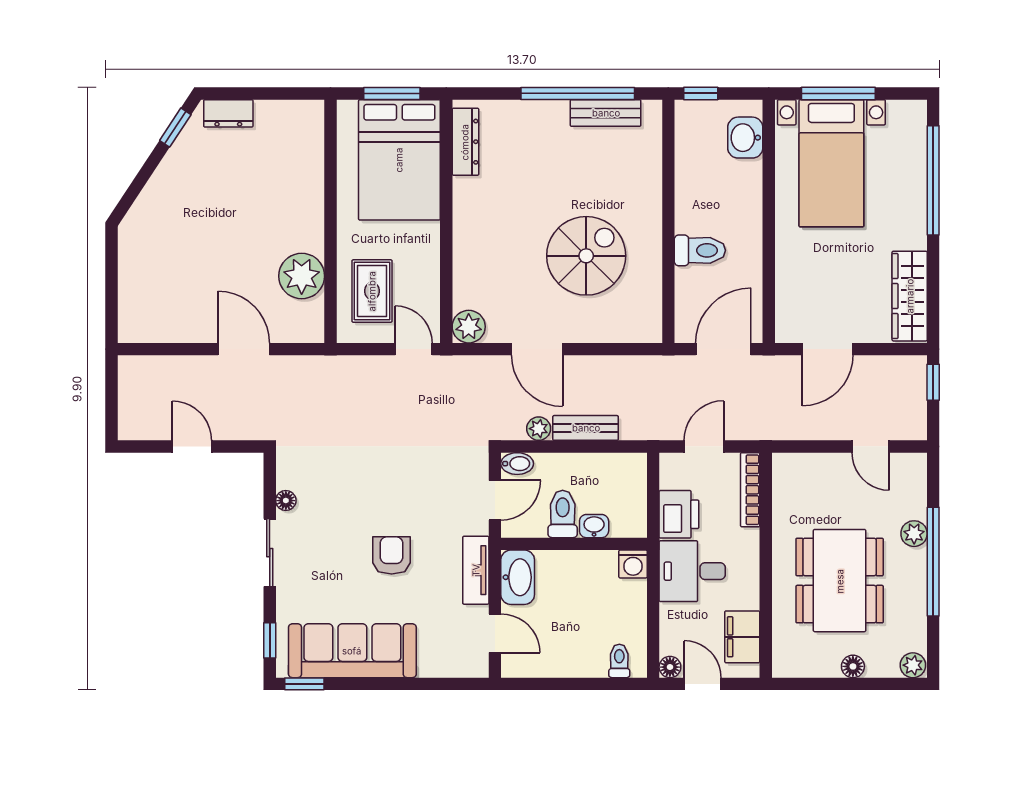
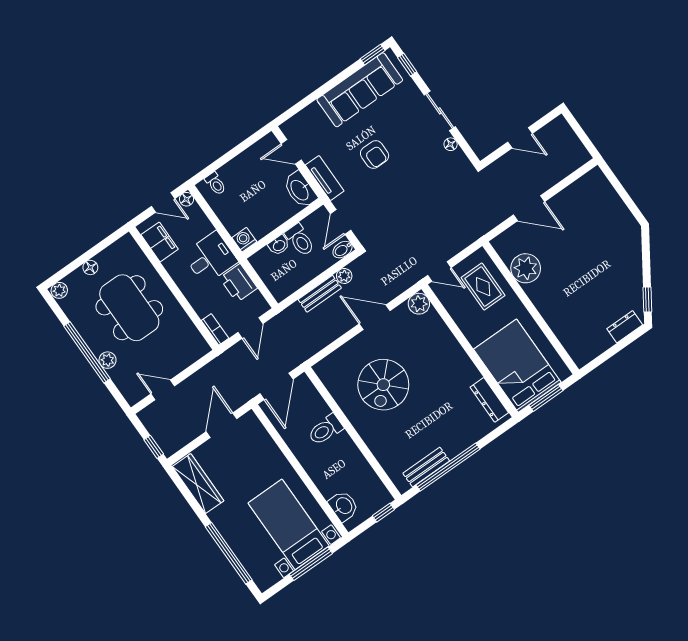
bookcase: (750, 490) -> (215, 329), width x0.64

